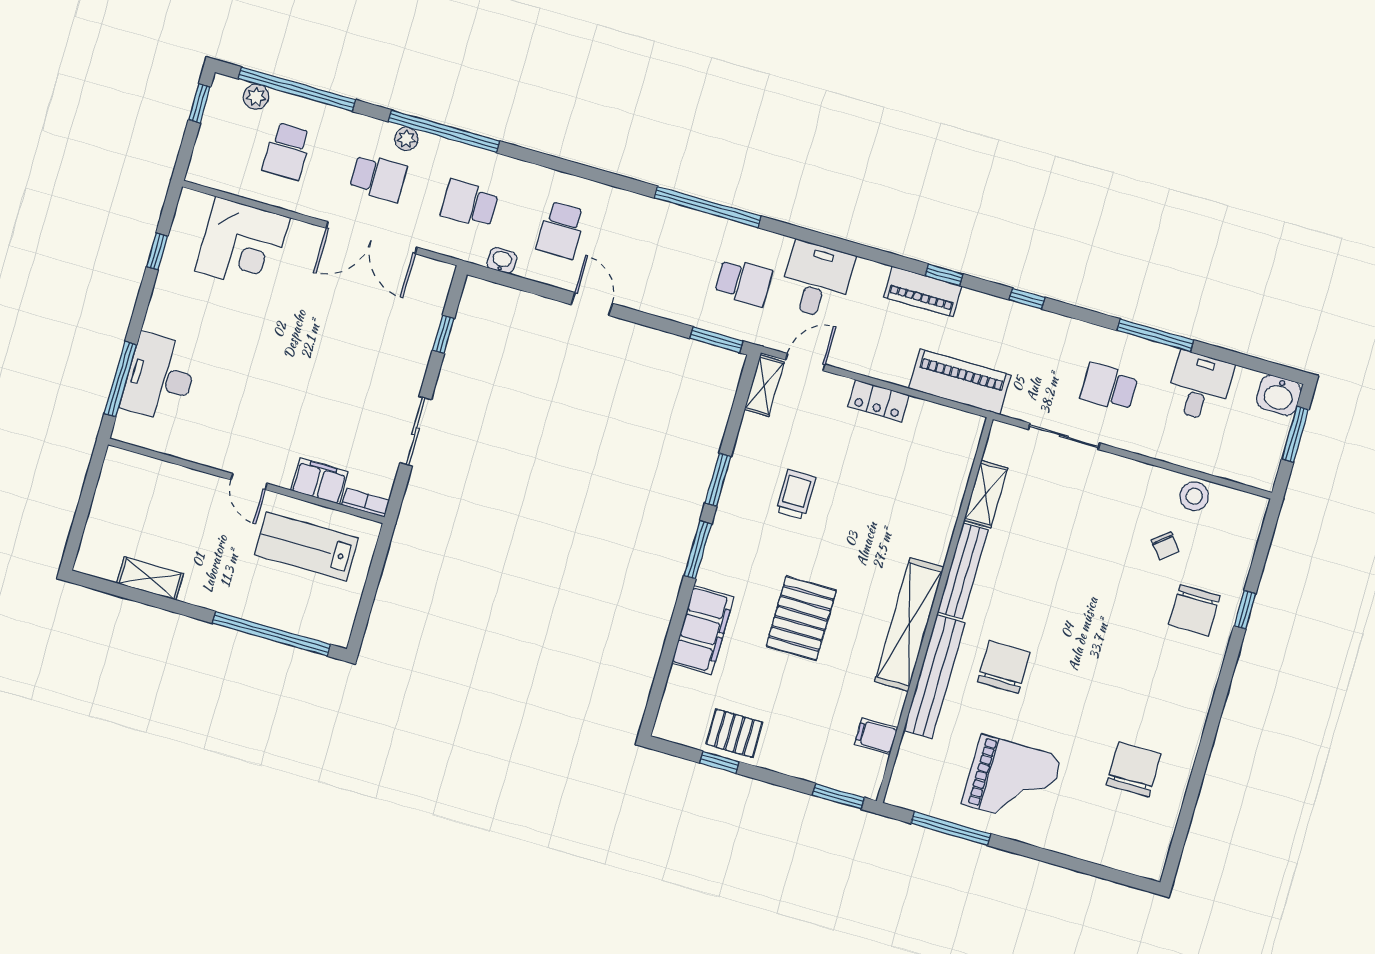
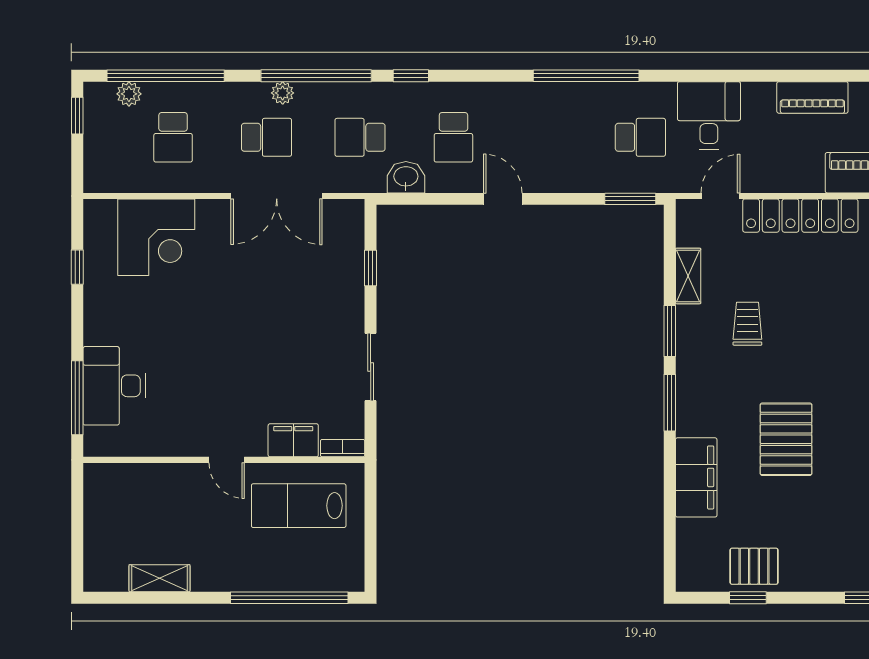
washbasin: (502, 260) -> (406, 177), width x1.38, depth x1.45
window: (944, 275) -> (411, 76), moved
shelving: (764, 386) -> (688, 276), moved
locker: (879, 401) -> (800, 216), width x2.16, depth x1.21

